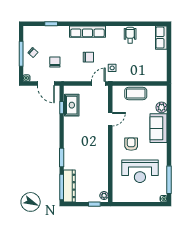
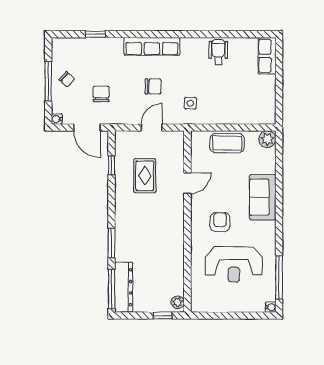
door: (98, 84) -> (152, 127), moved
rug: (72, 105) -> (145, 176), moved
plant: (162, 107) -> (267, 139), moved

